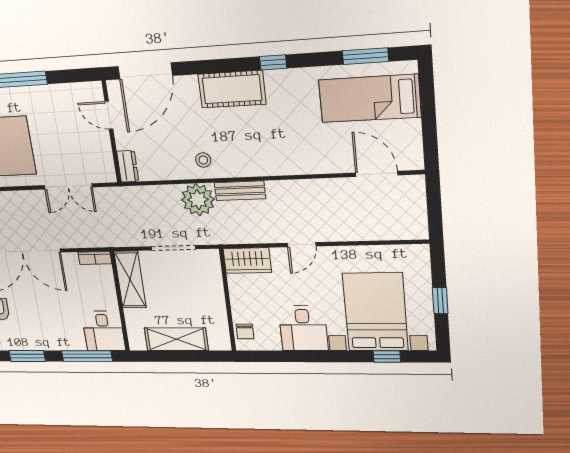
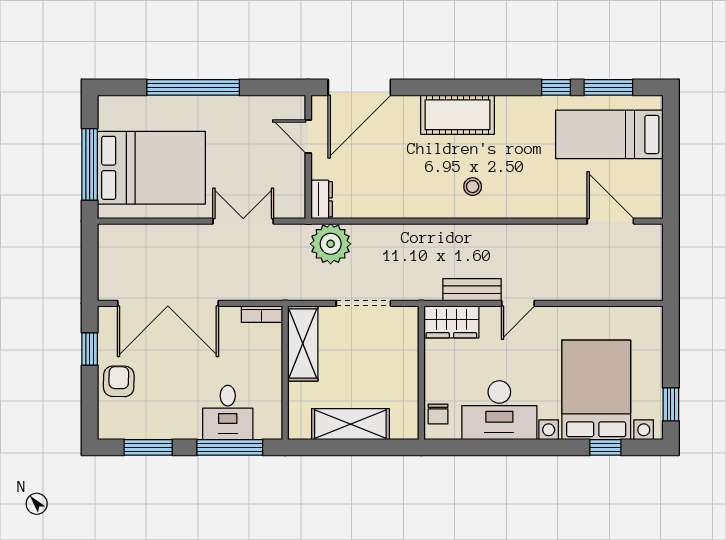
window: (273, 62) -> (556, 87), moved
stool: (203, 160) -> (473, 187), moved
double door: (68, 186) -> (243, 221), swing flipped
bench: (240, 191) -> (472, 290), moved
plant: (198, 200) -> (331, 244), moved
window: (440, 301) -> (671, 404), moved
desk: (303, 328) -> (499, 410), width x1.37
desk: (103, 331) -> (228, 413), moved

